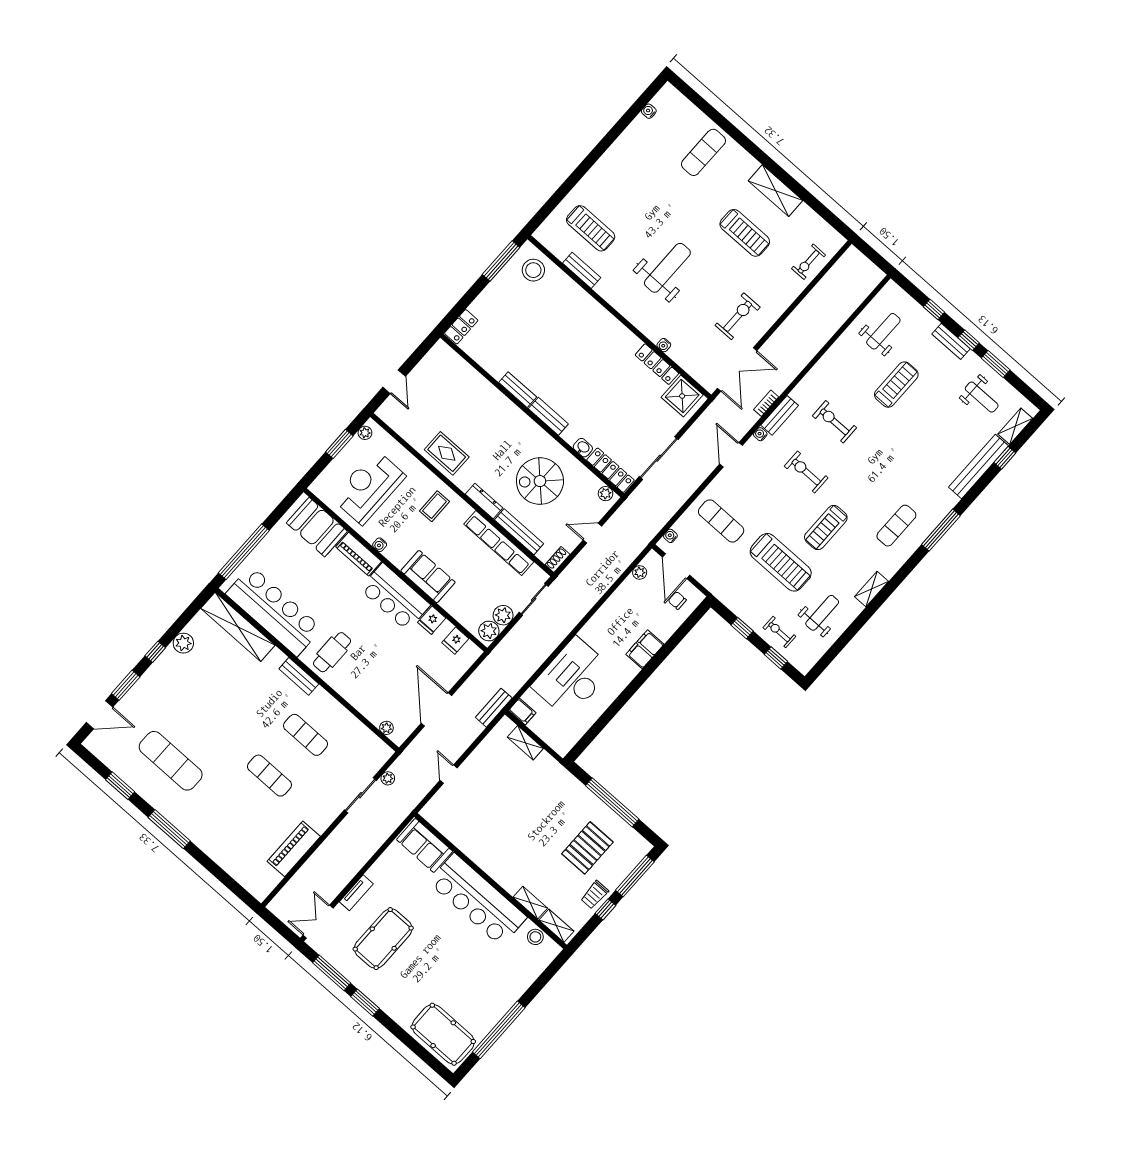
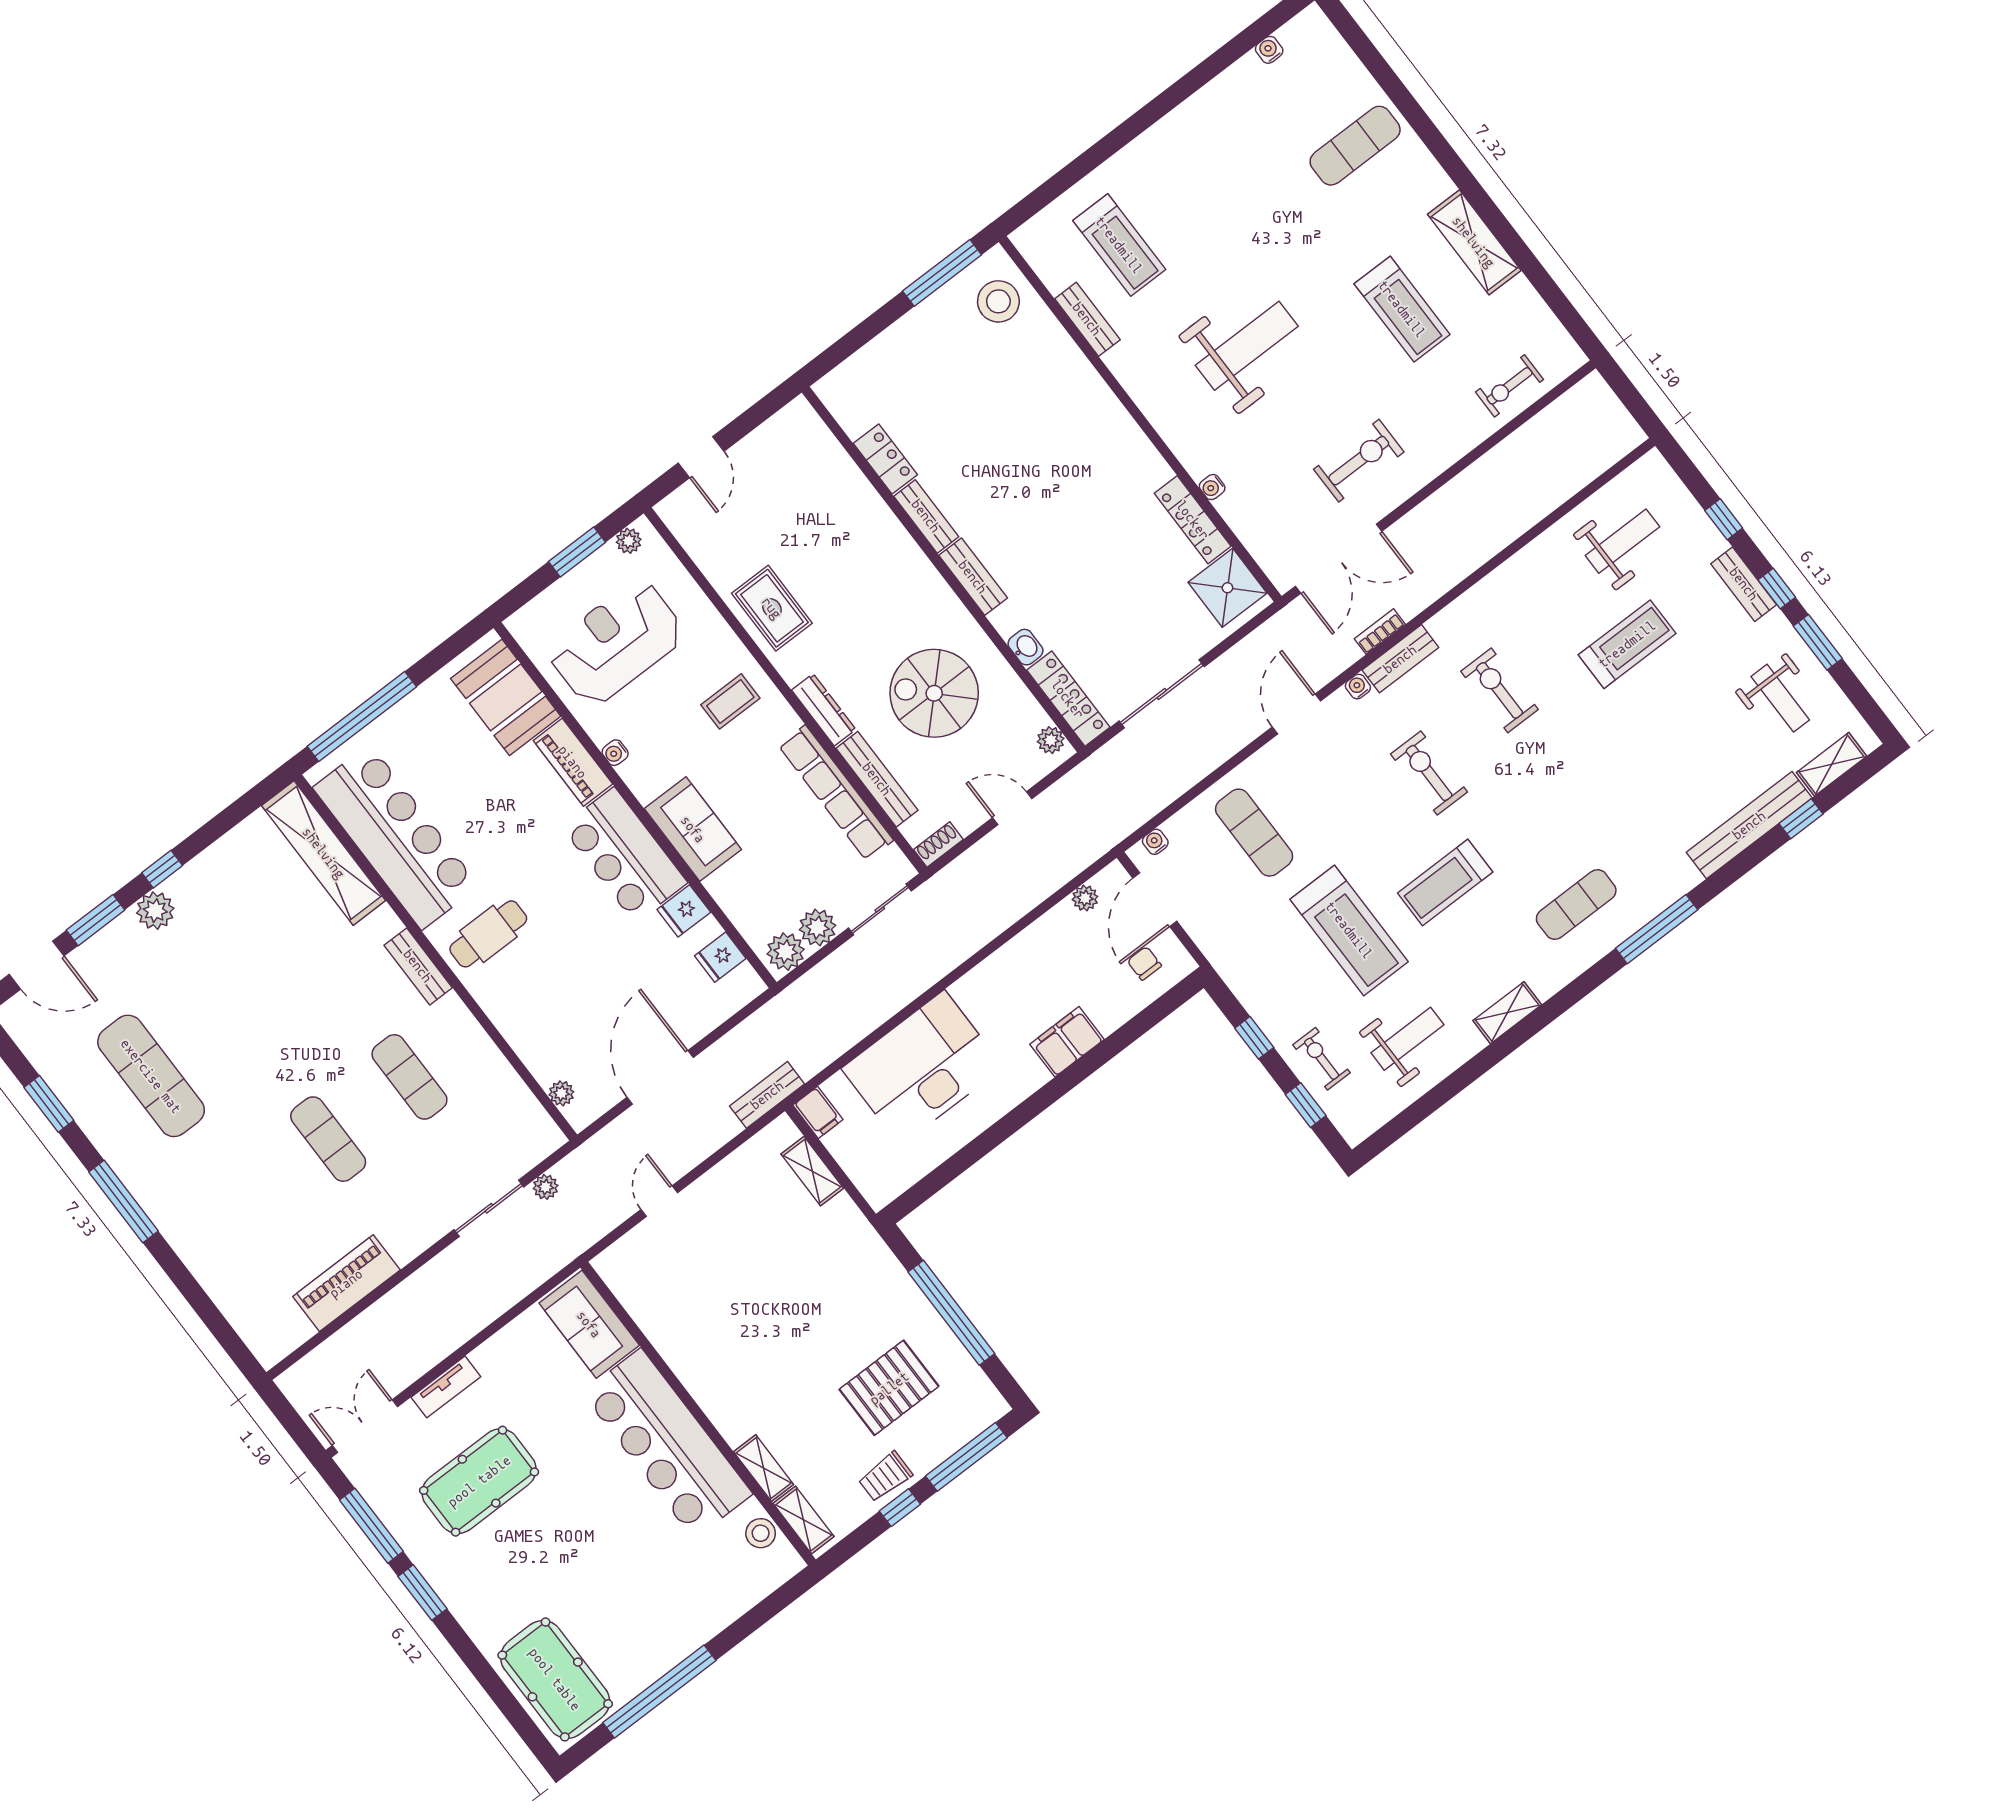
locker: (461, 327) -> (885, 459), moved, turned -90
plant: (183, 643) -> (155, 911), moved

